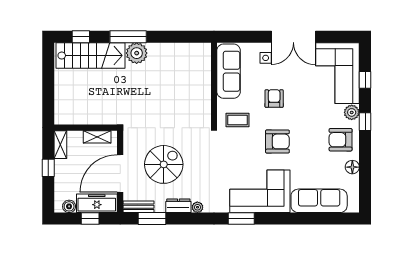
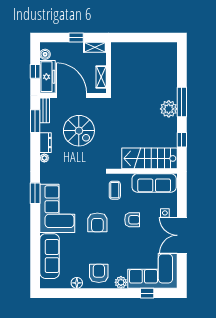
window: (81, 37) -> (182, 140), moved
stairs: (91, 56) -> (150, 158), moved, turned 90
window: (365, 122) -> (113, 293), removed

